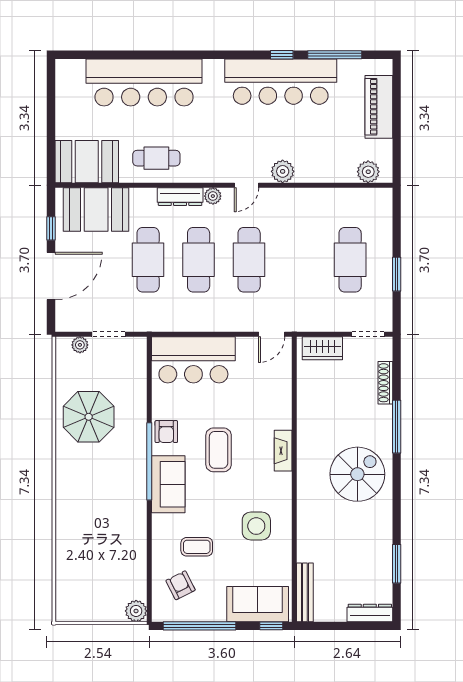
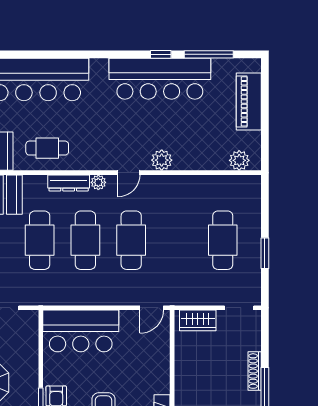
shoe rack: (385, 383) -> (255, 371), moved

